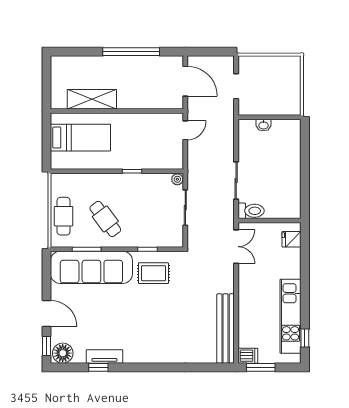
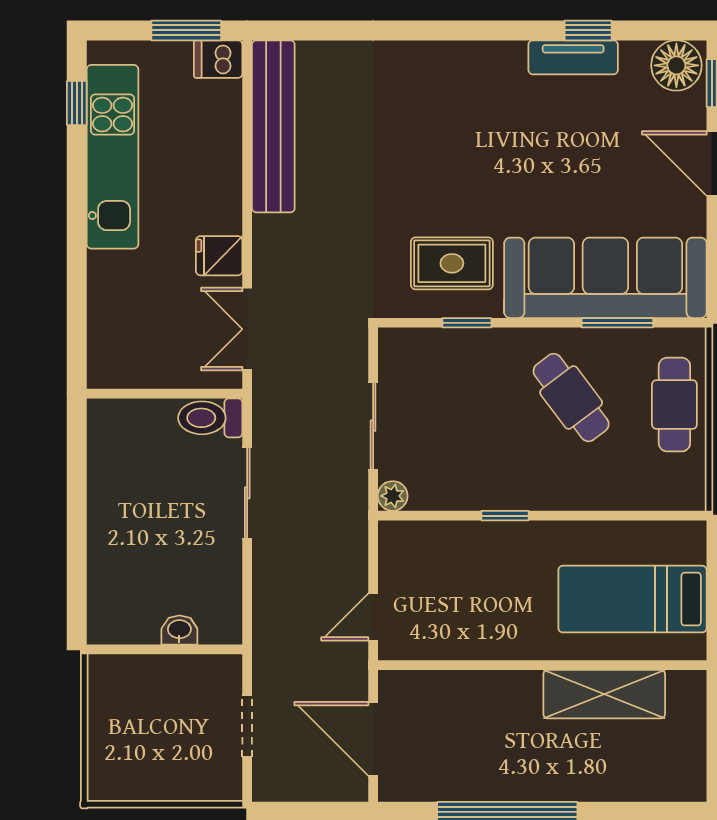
fridge: (292, 239) -> (219, 256), moved, turned 180

